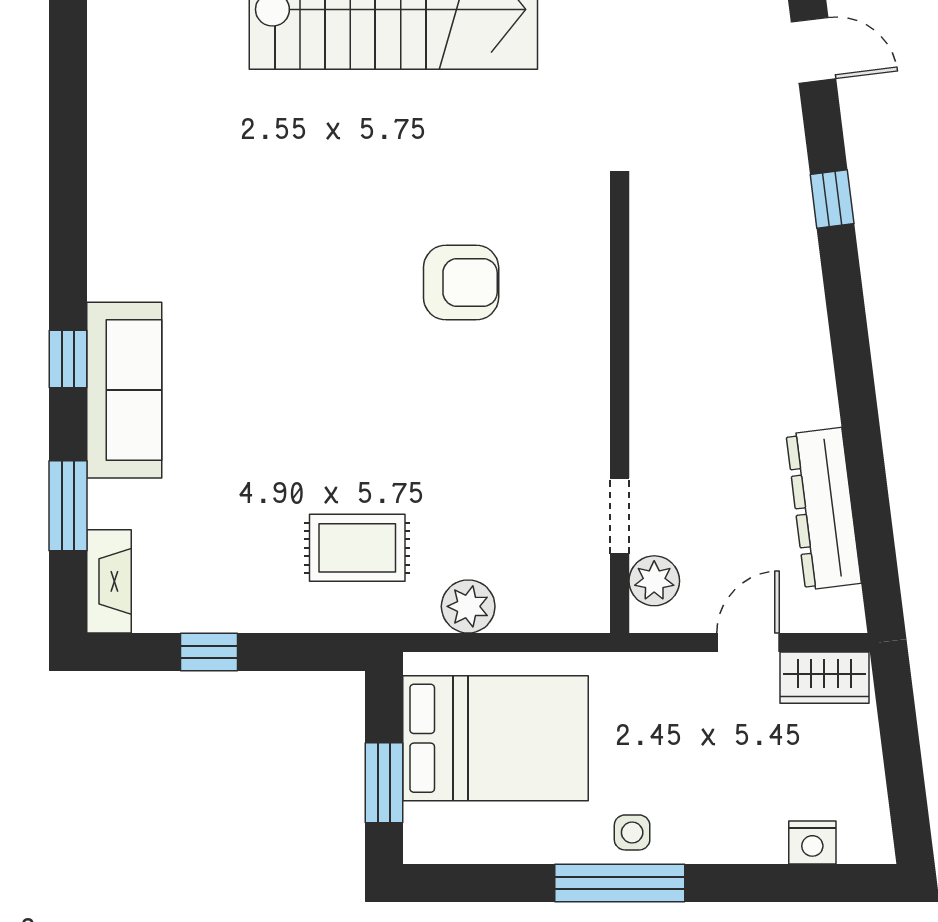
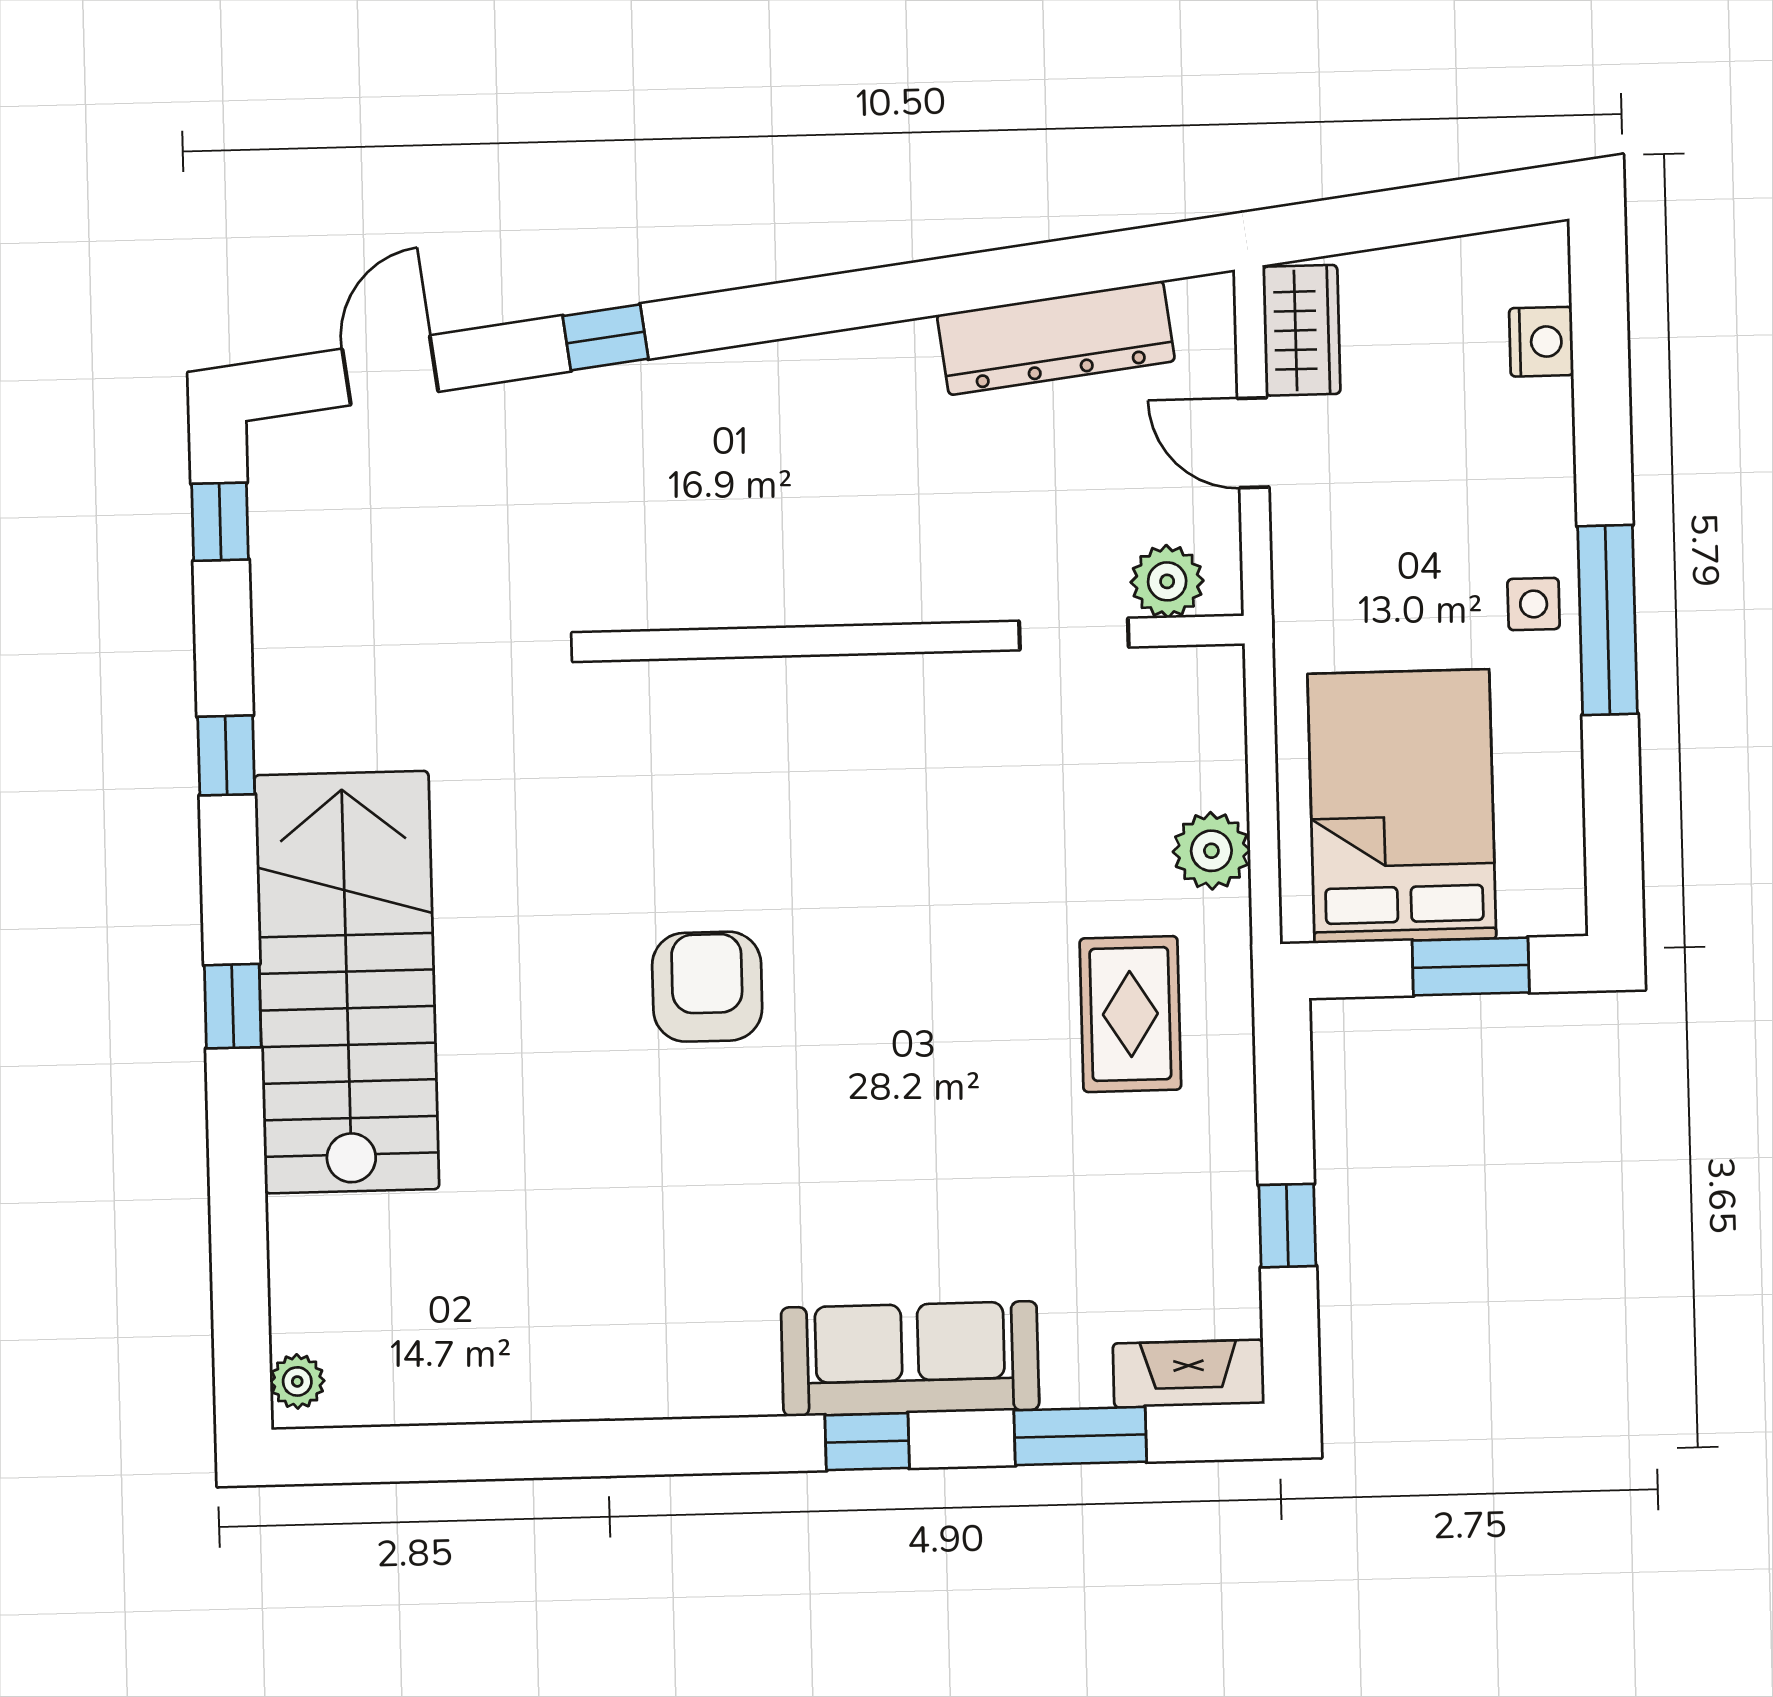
armchair: (461, 283) -> (707, 987), moved

